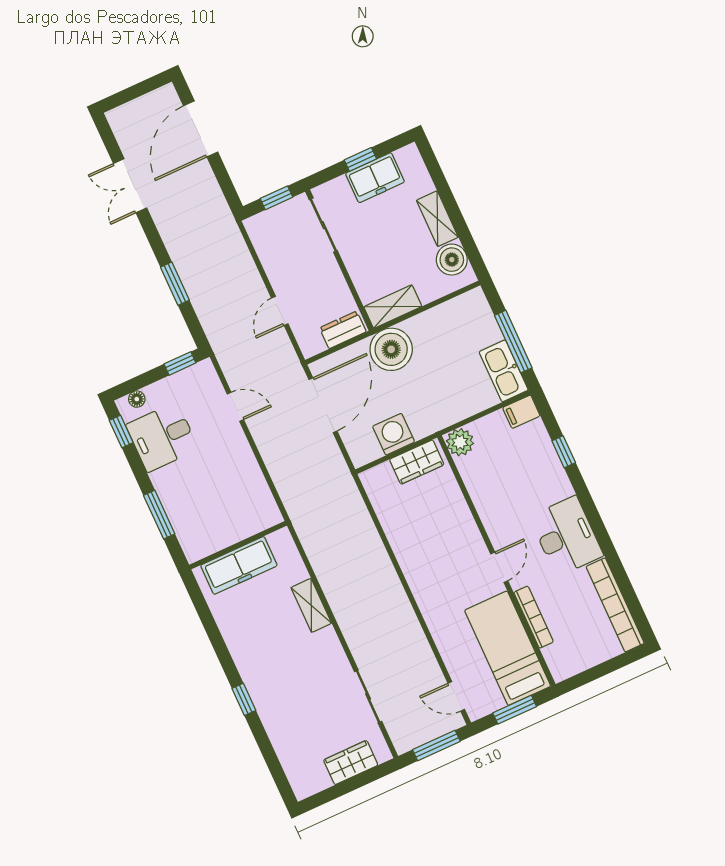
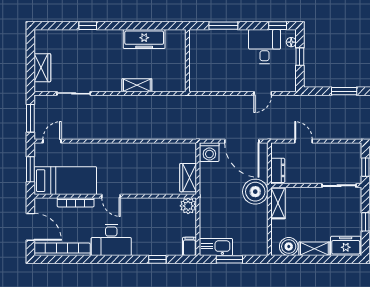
freezer: (375, 178) -> (346, 246), moved, turned 90
window: (513, 342) -> (229, 259), width x0.69
window: (180, 363) -> (300, 57), moved
washing machine: (394, 434) -> (209, 152), moved, turned 90
freezer: (239, 565) -> (144, 39), moved, turned -90
door: (603, 669) -> (30, 227), added
window: (244, 699) -> (88, 26), moved

